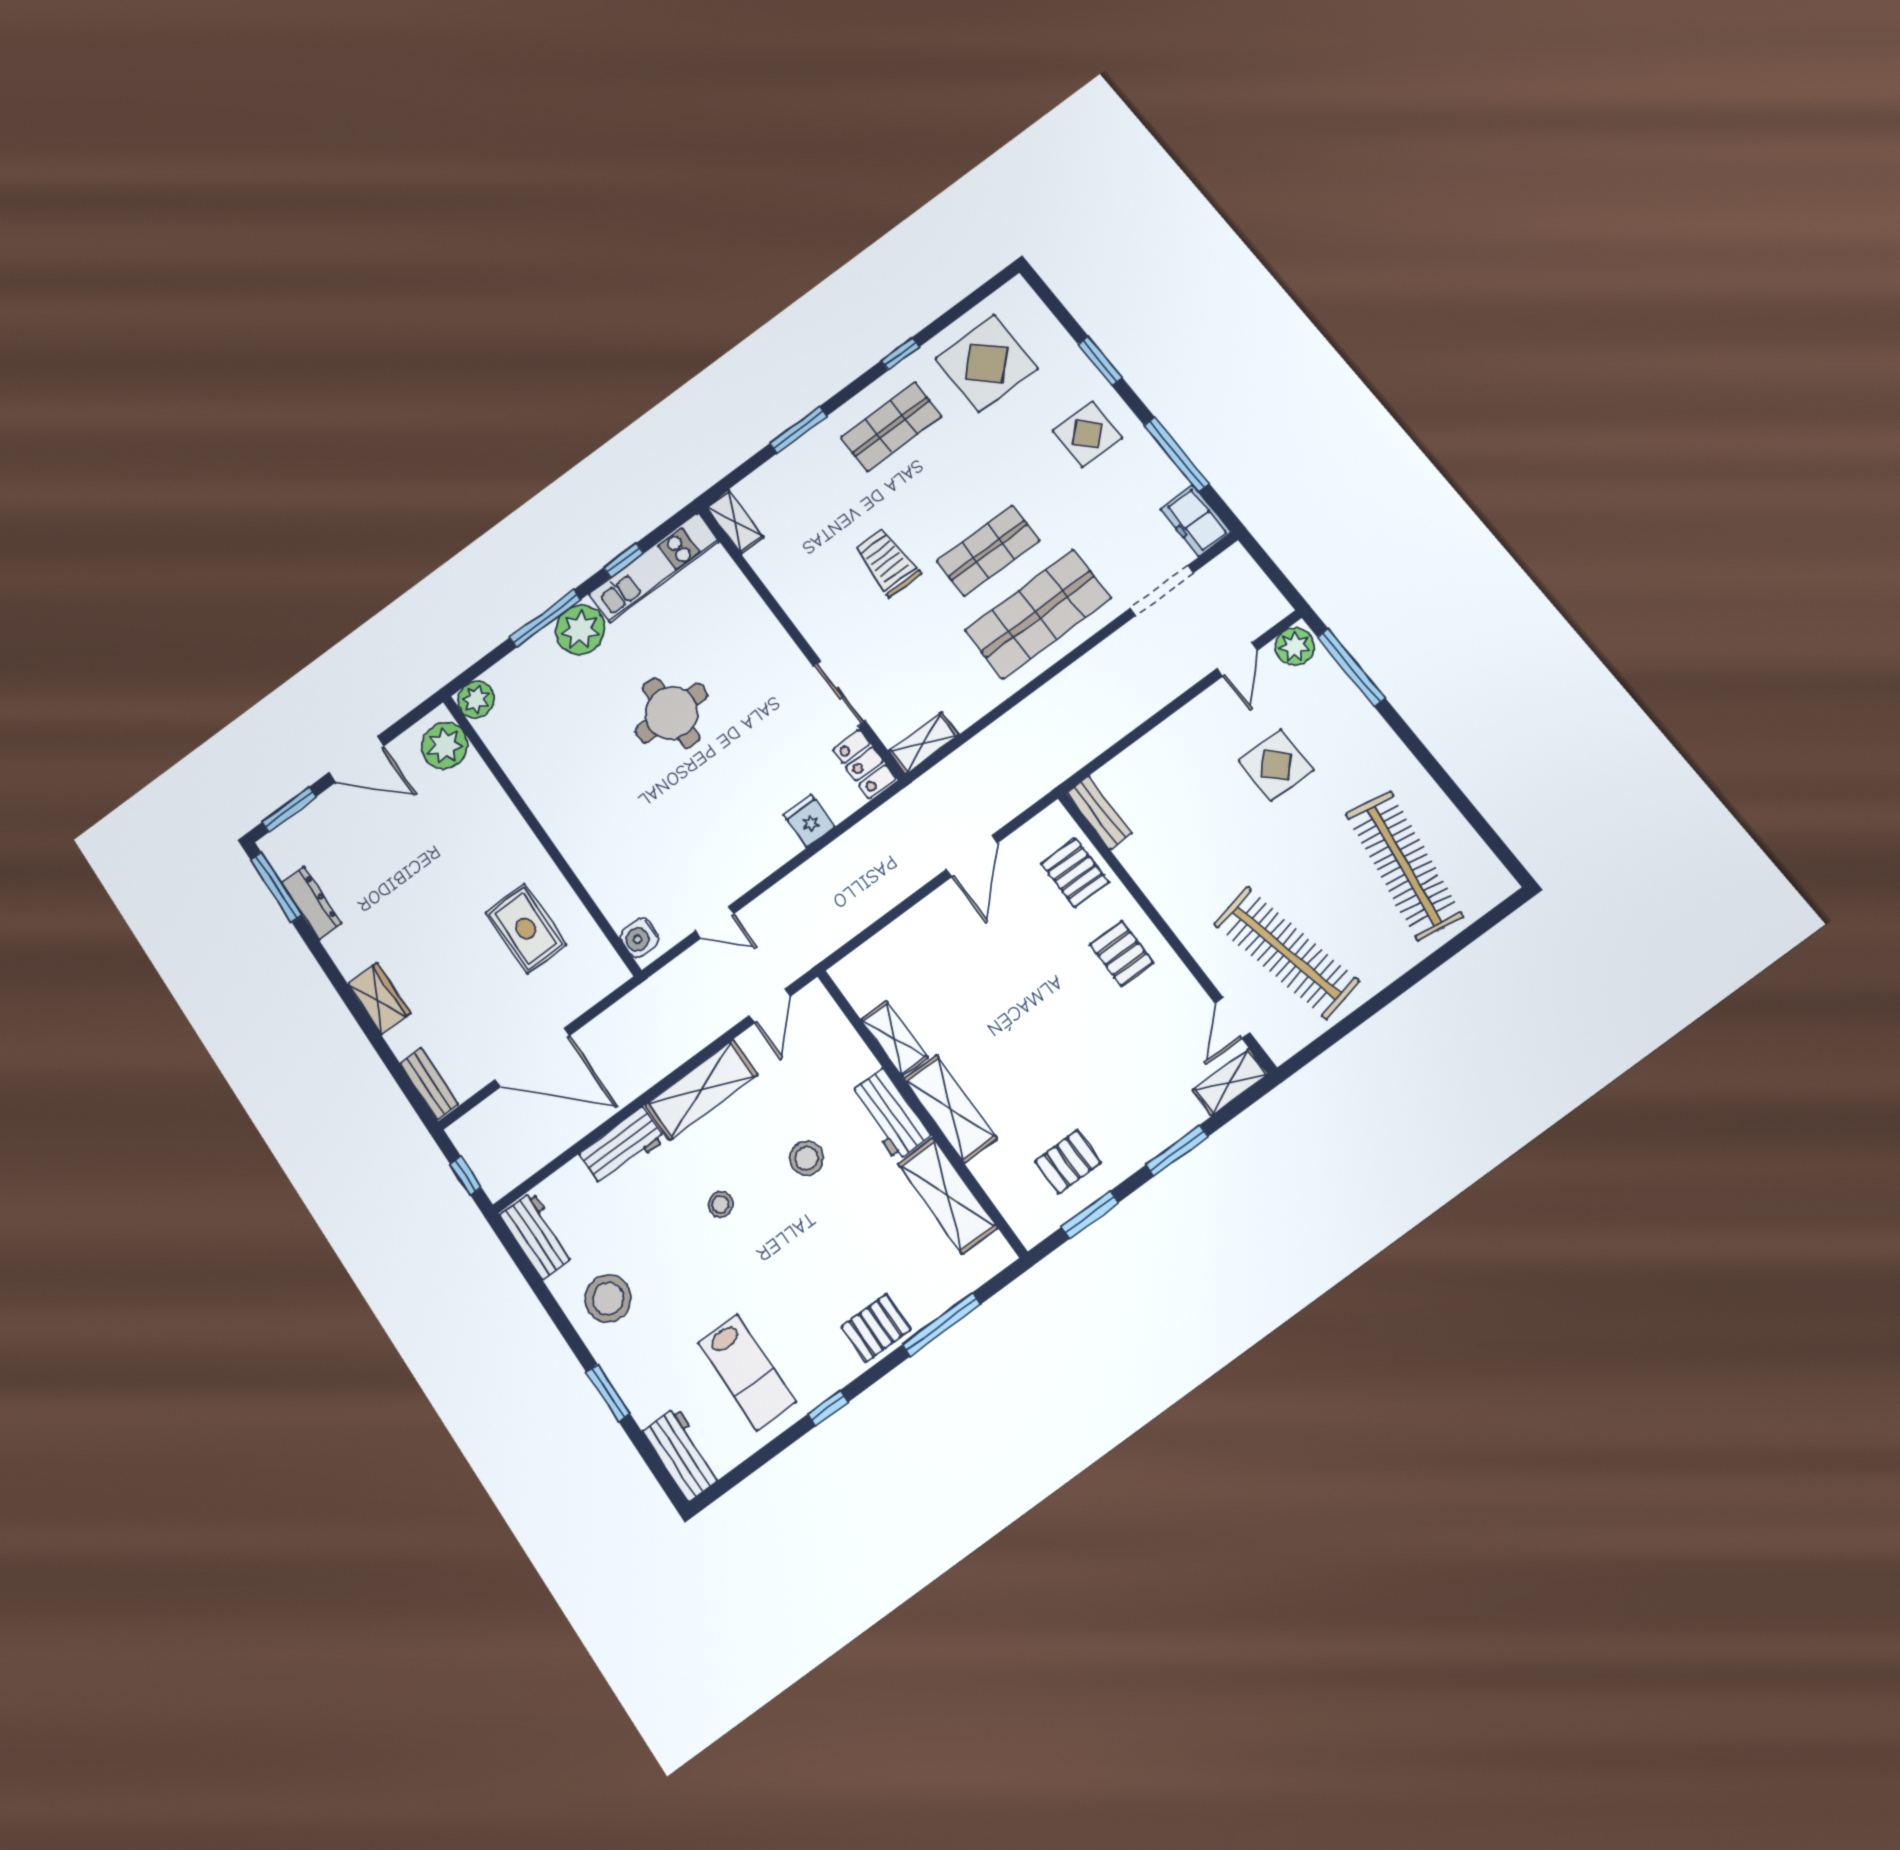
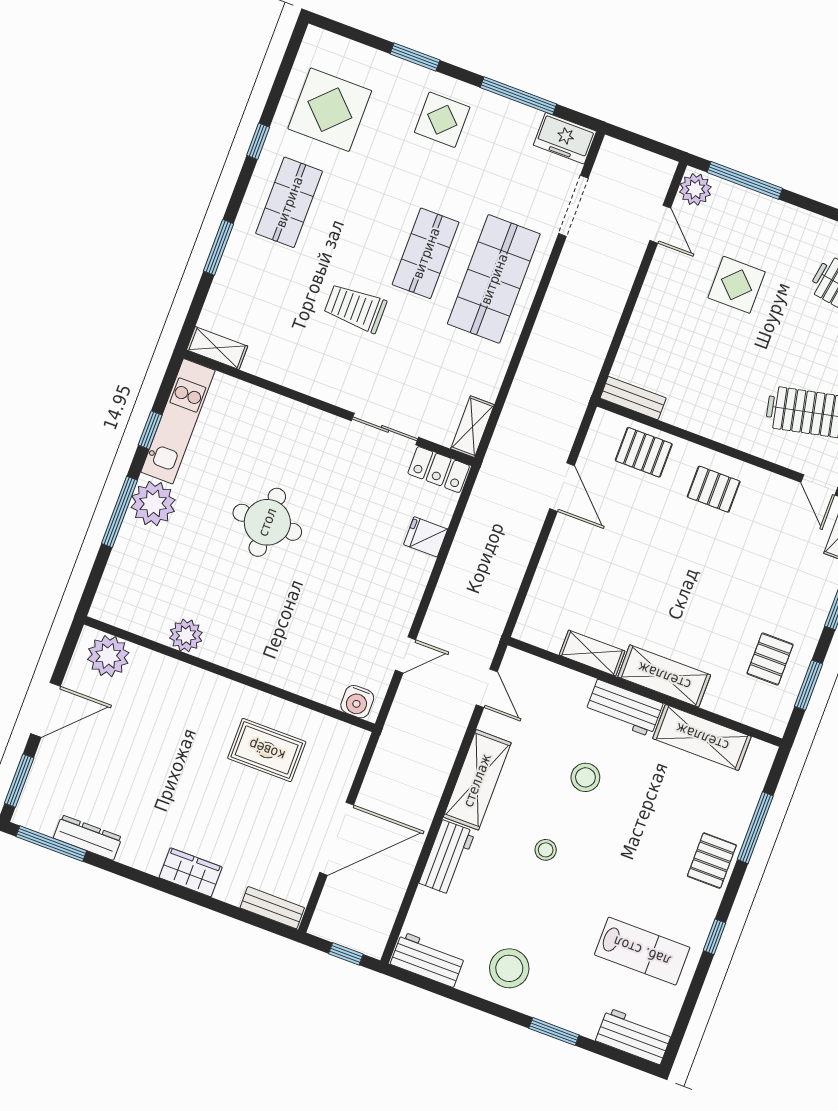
plant: (476, 700) -> (186, 635), moved

